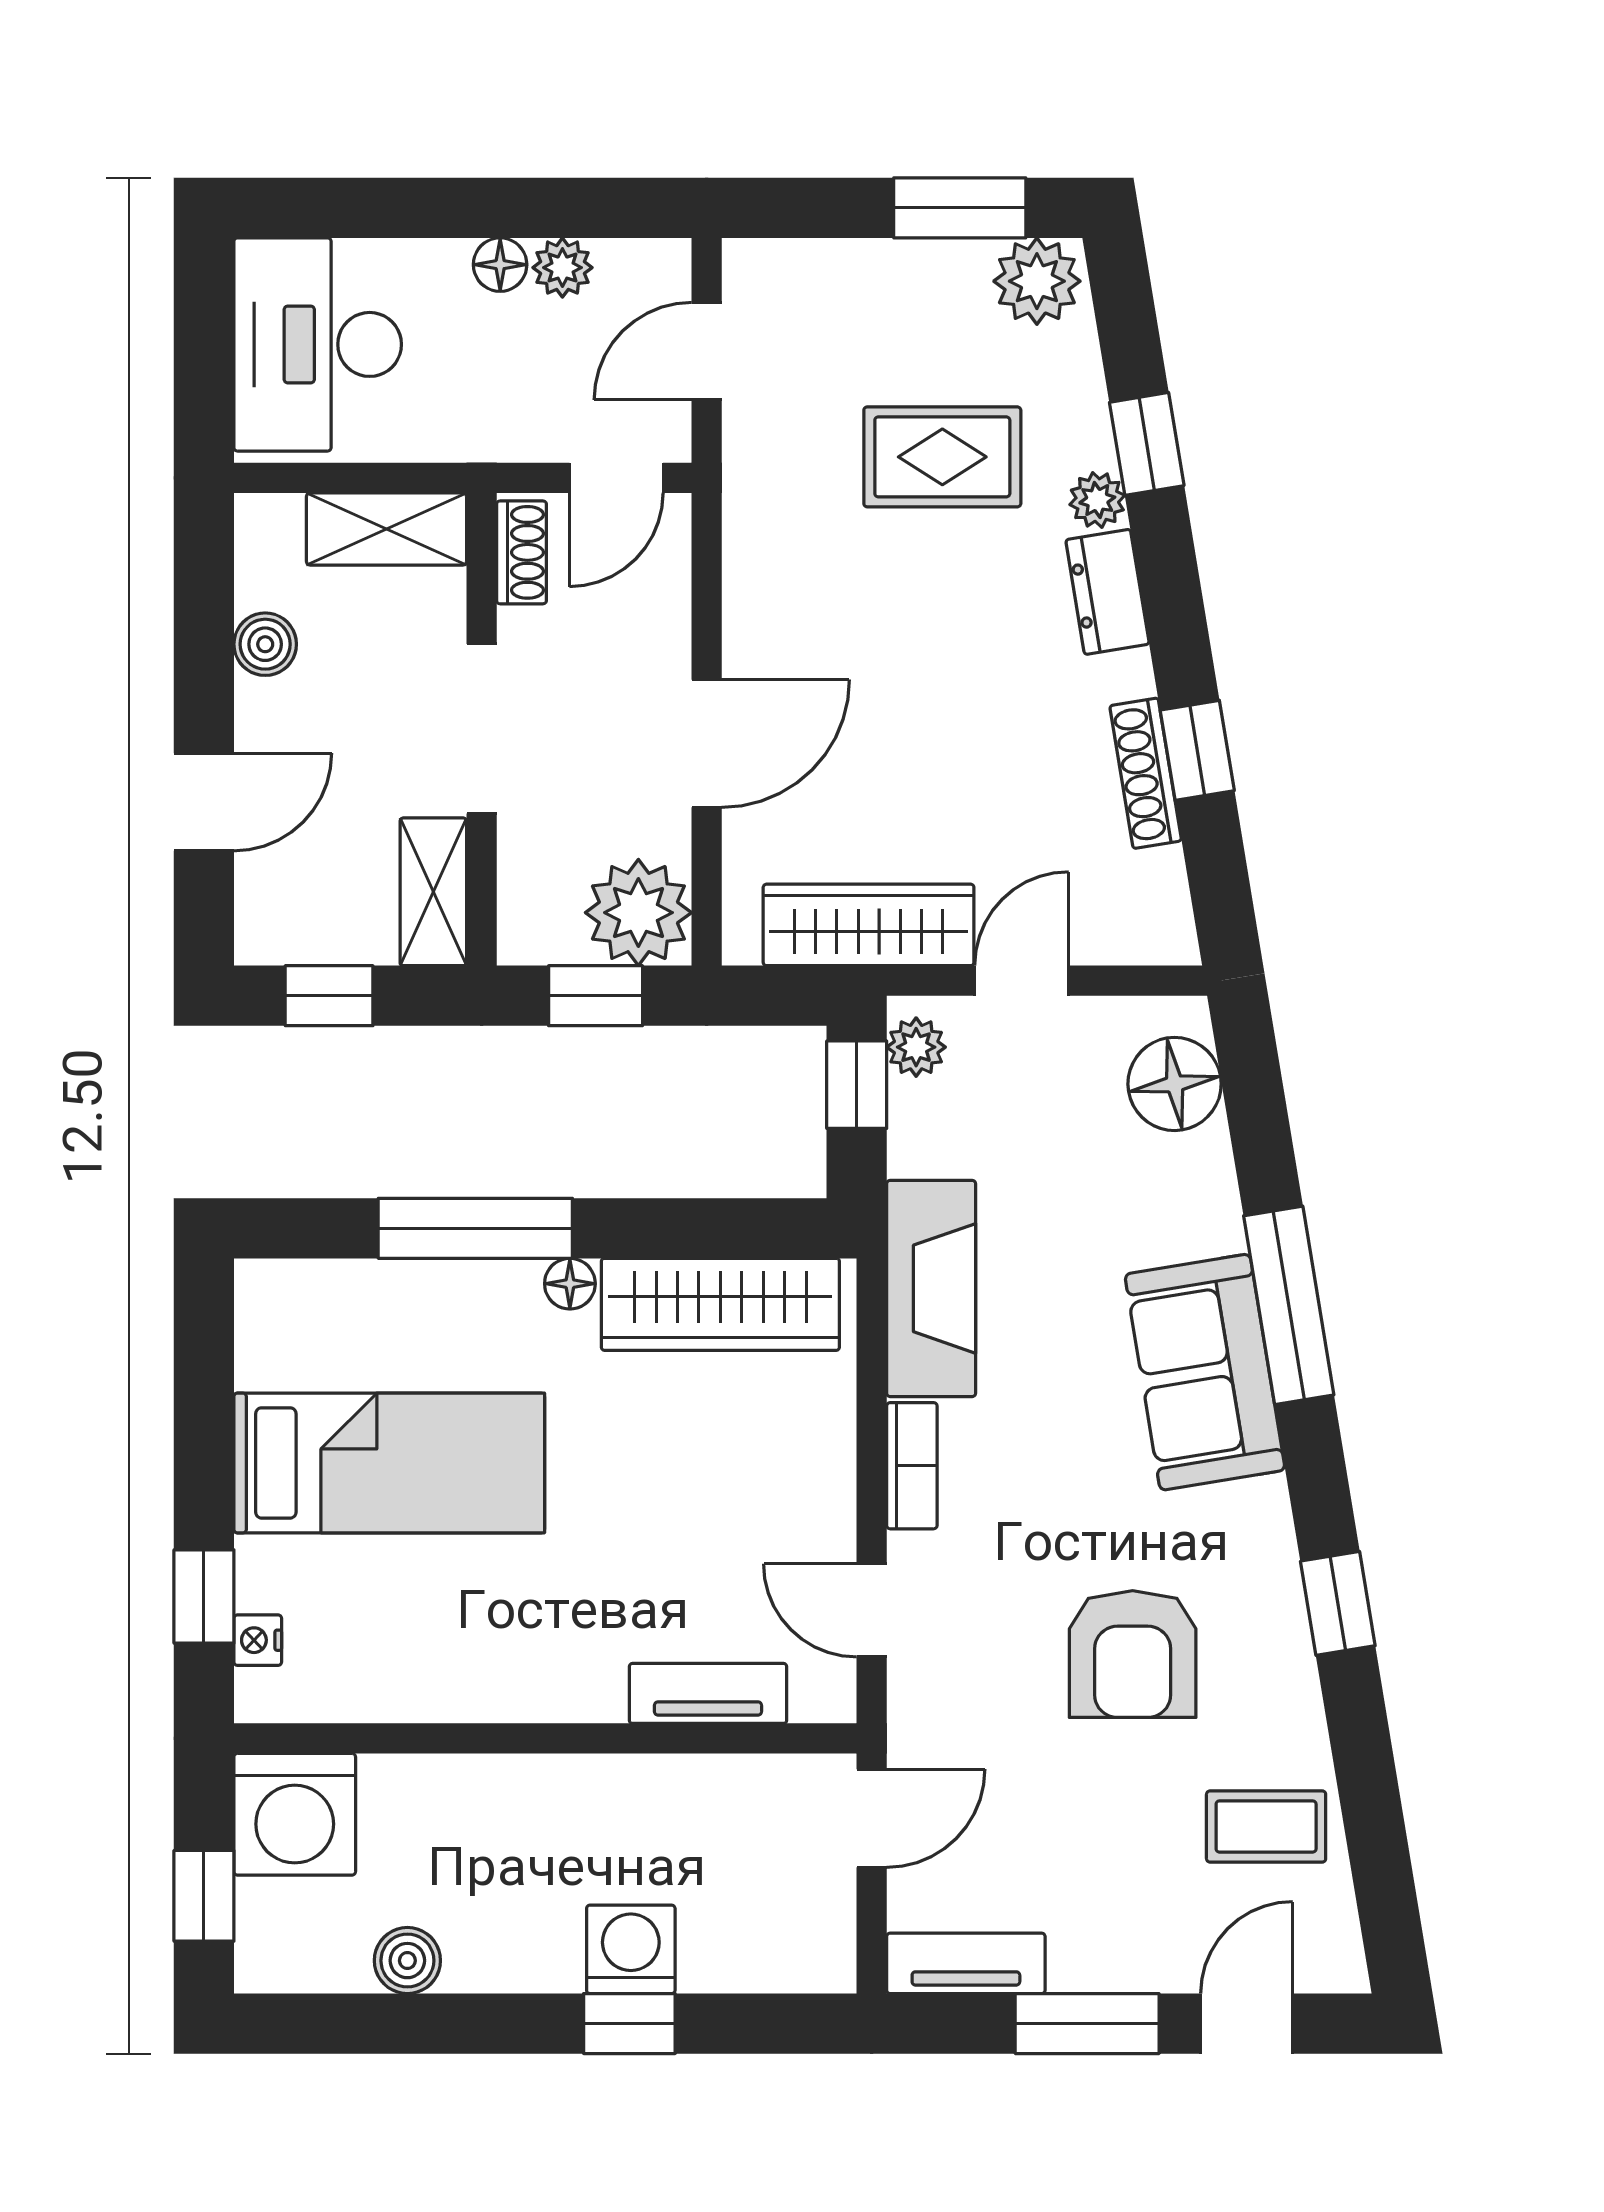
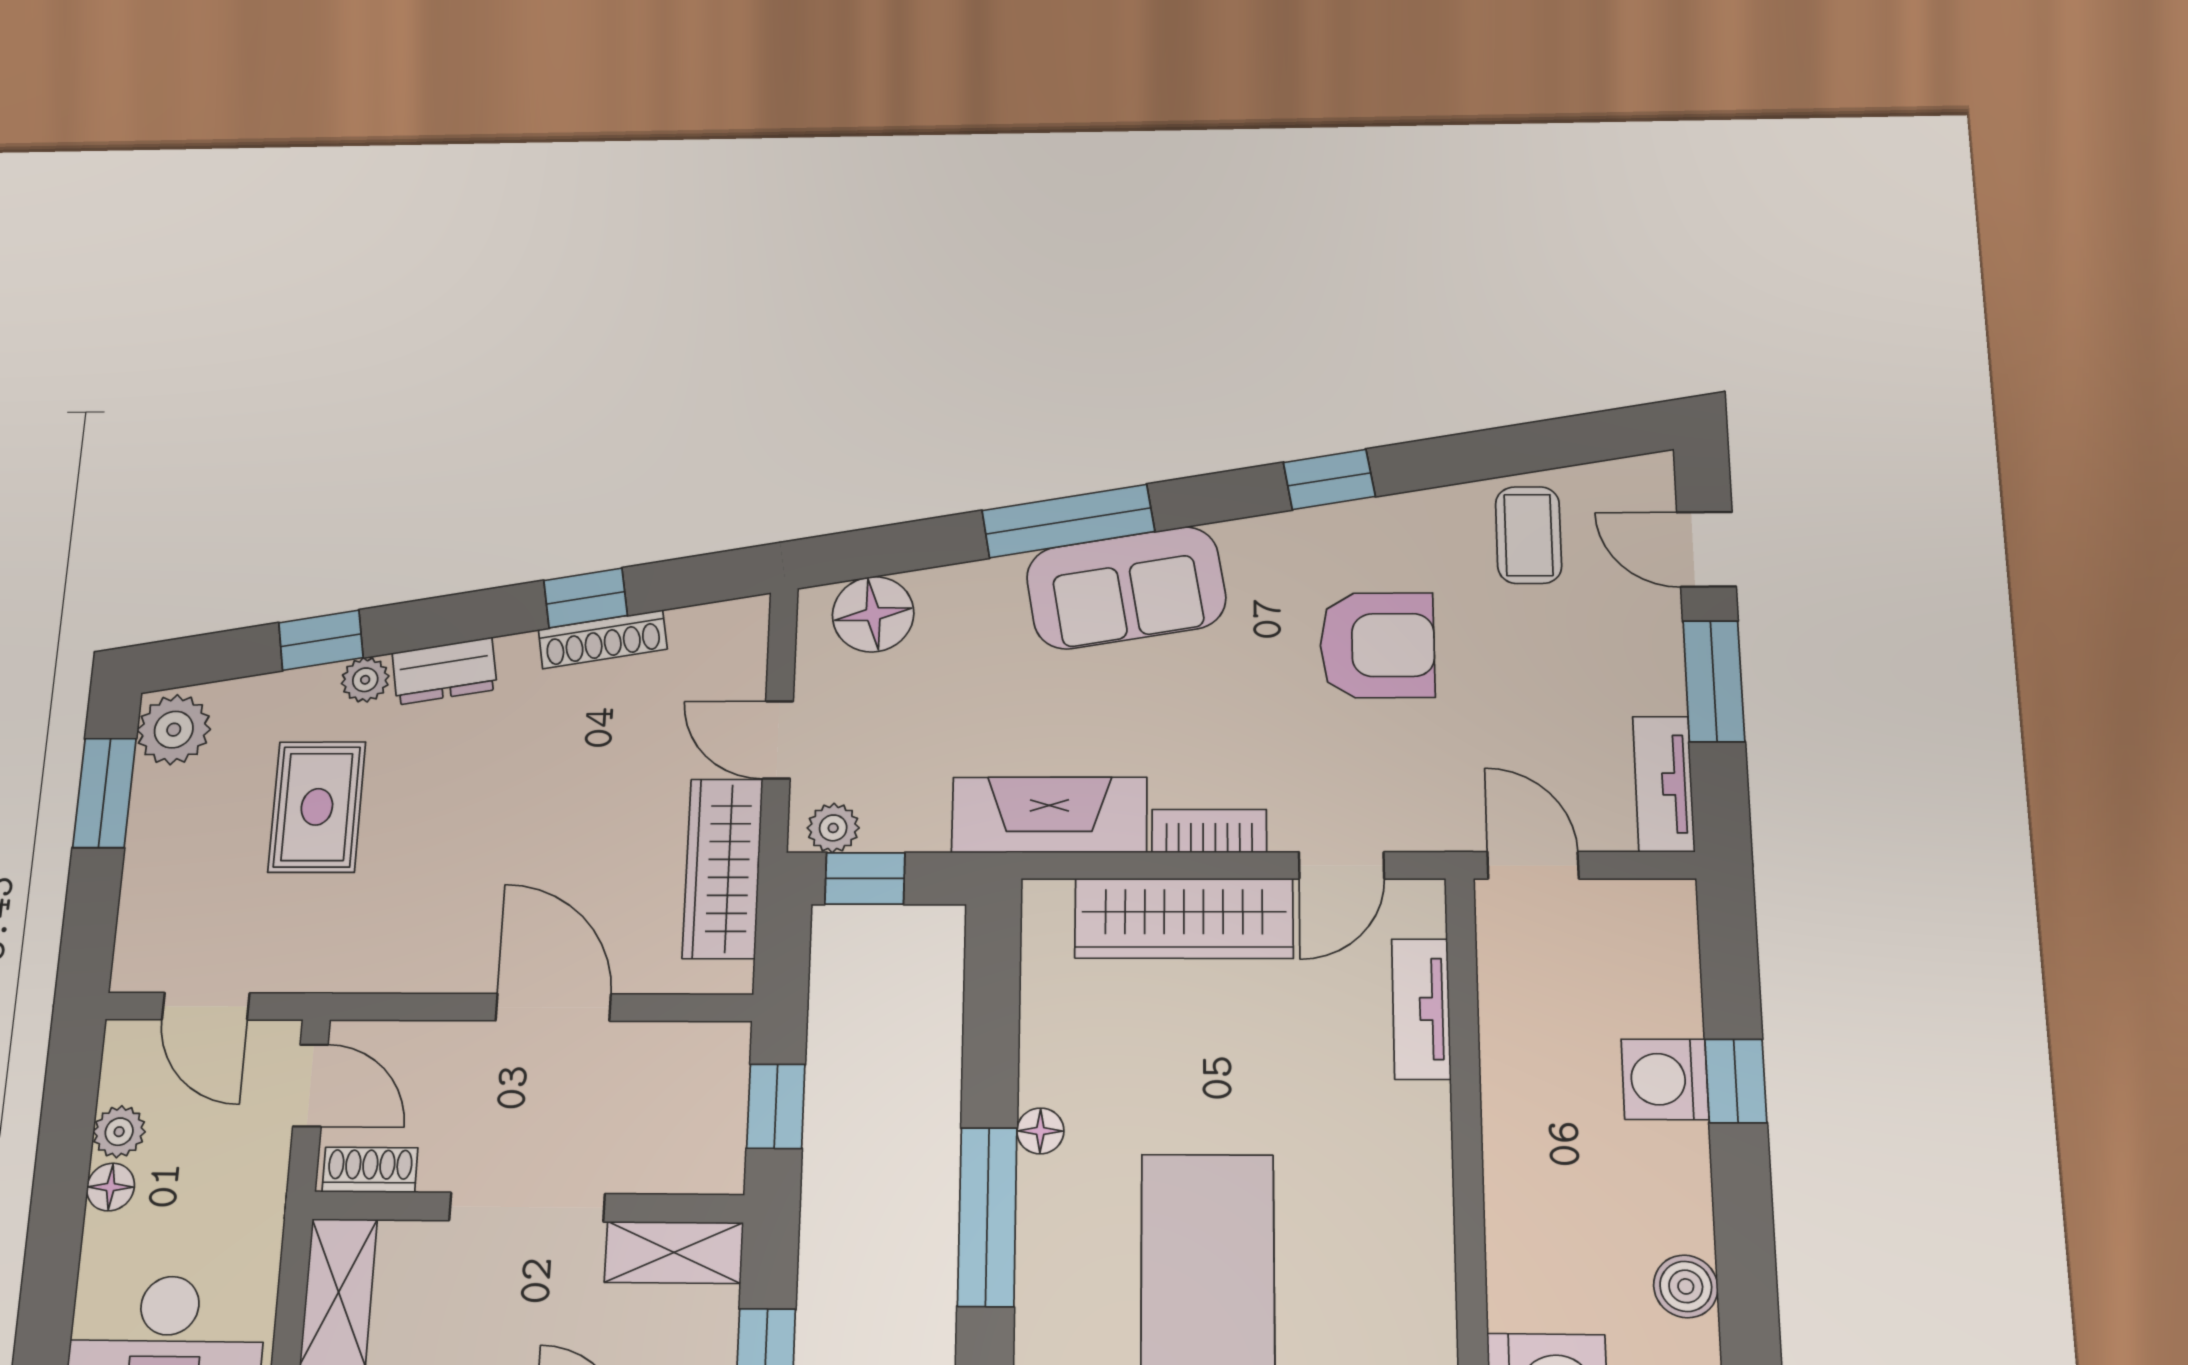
plant: (638, 913) -> (702, 1068), removed
wardrobe: (720, 1304) -> (1184, 918), moved, turned 90

